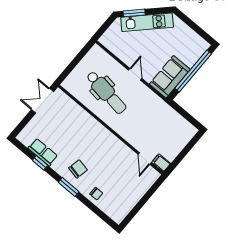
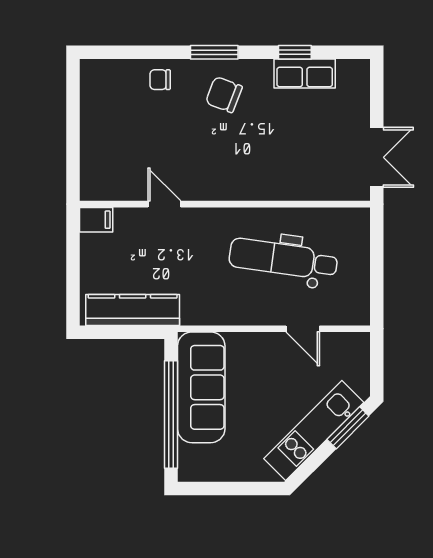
door: (135, 74) -> (303, 329), moved
sofa: (170, 77) -> (201, 387), width x1.36
kitchen counter: (175, 120) -> (133, 310), added
door: (145, 158) -> (164, 204), moved
chair: (78, 169) -> (224, 95), turned 99

